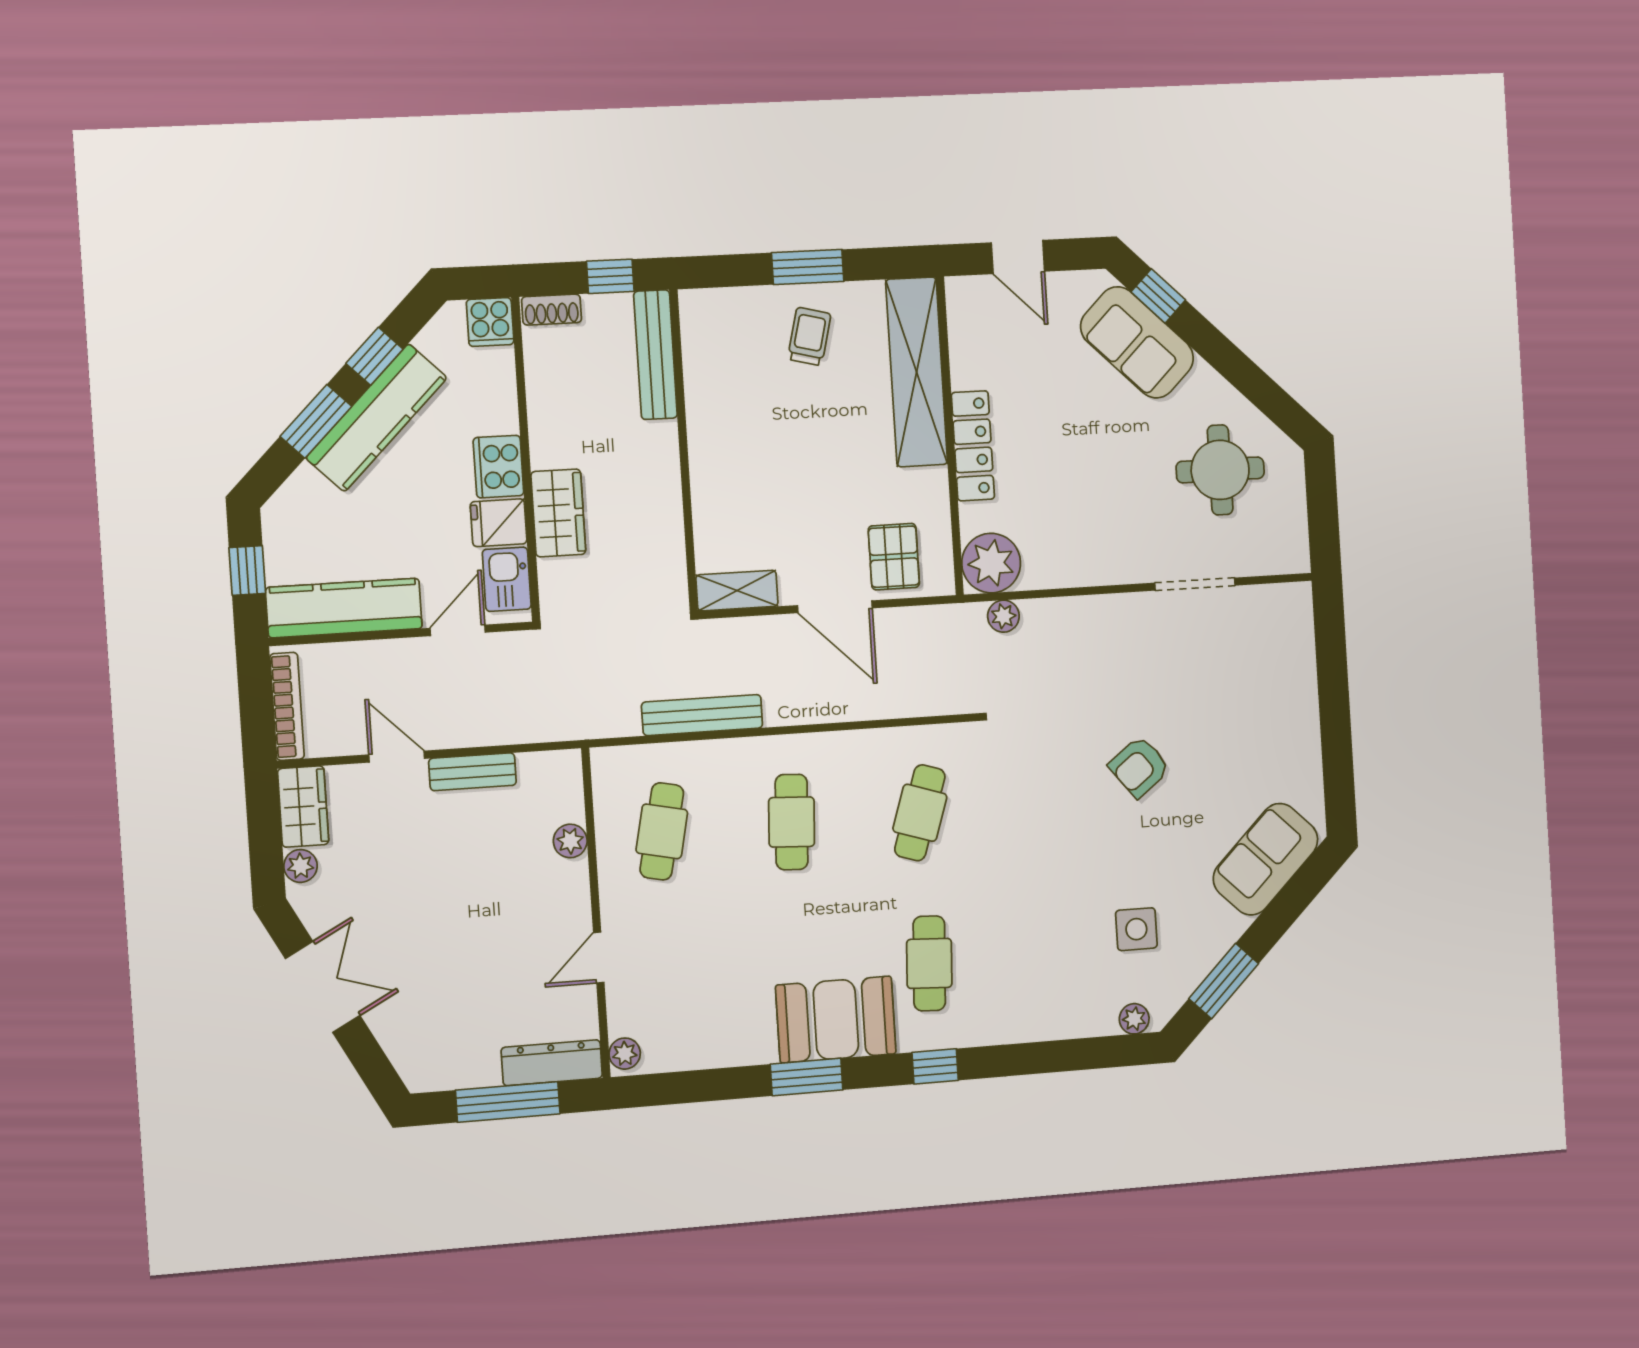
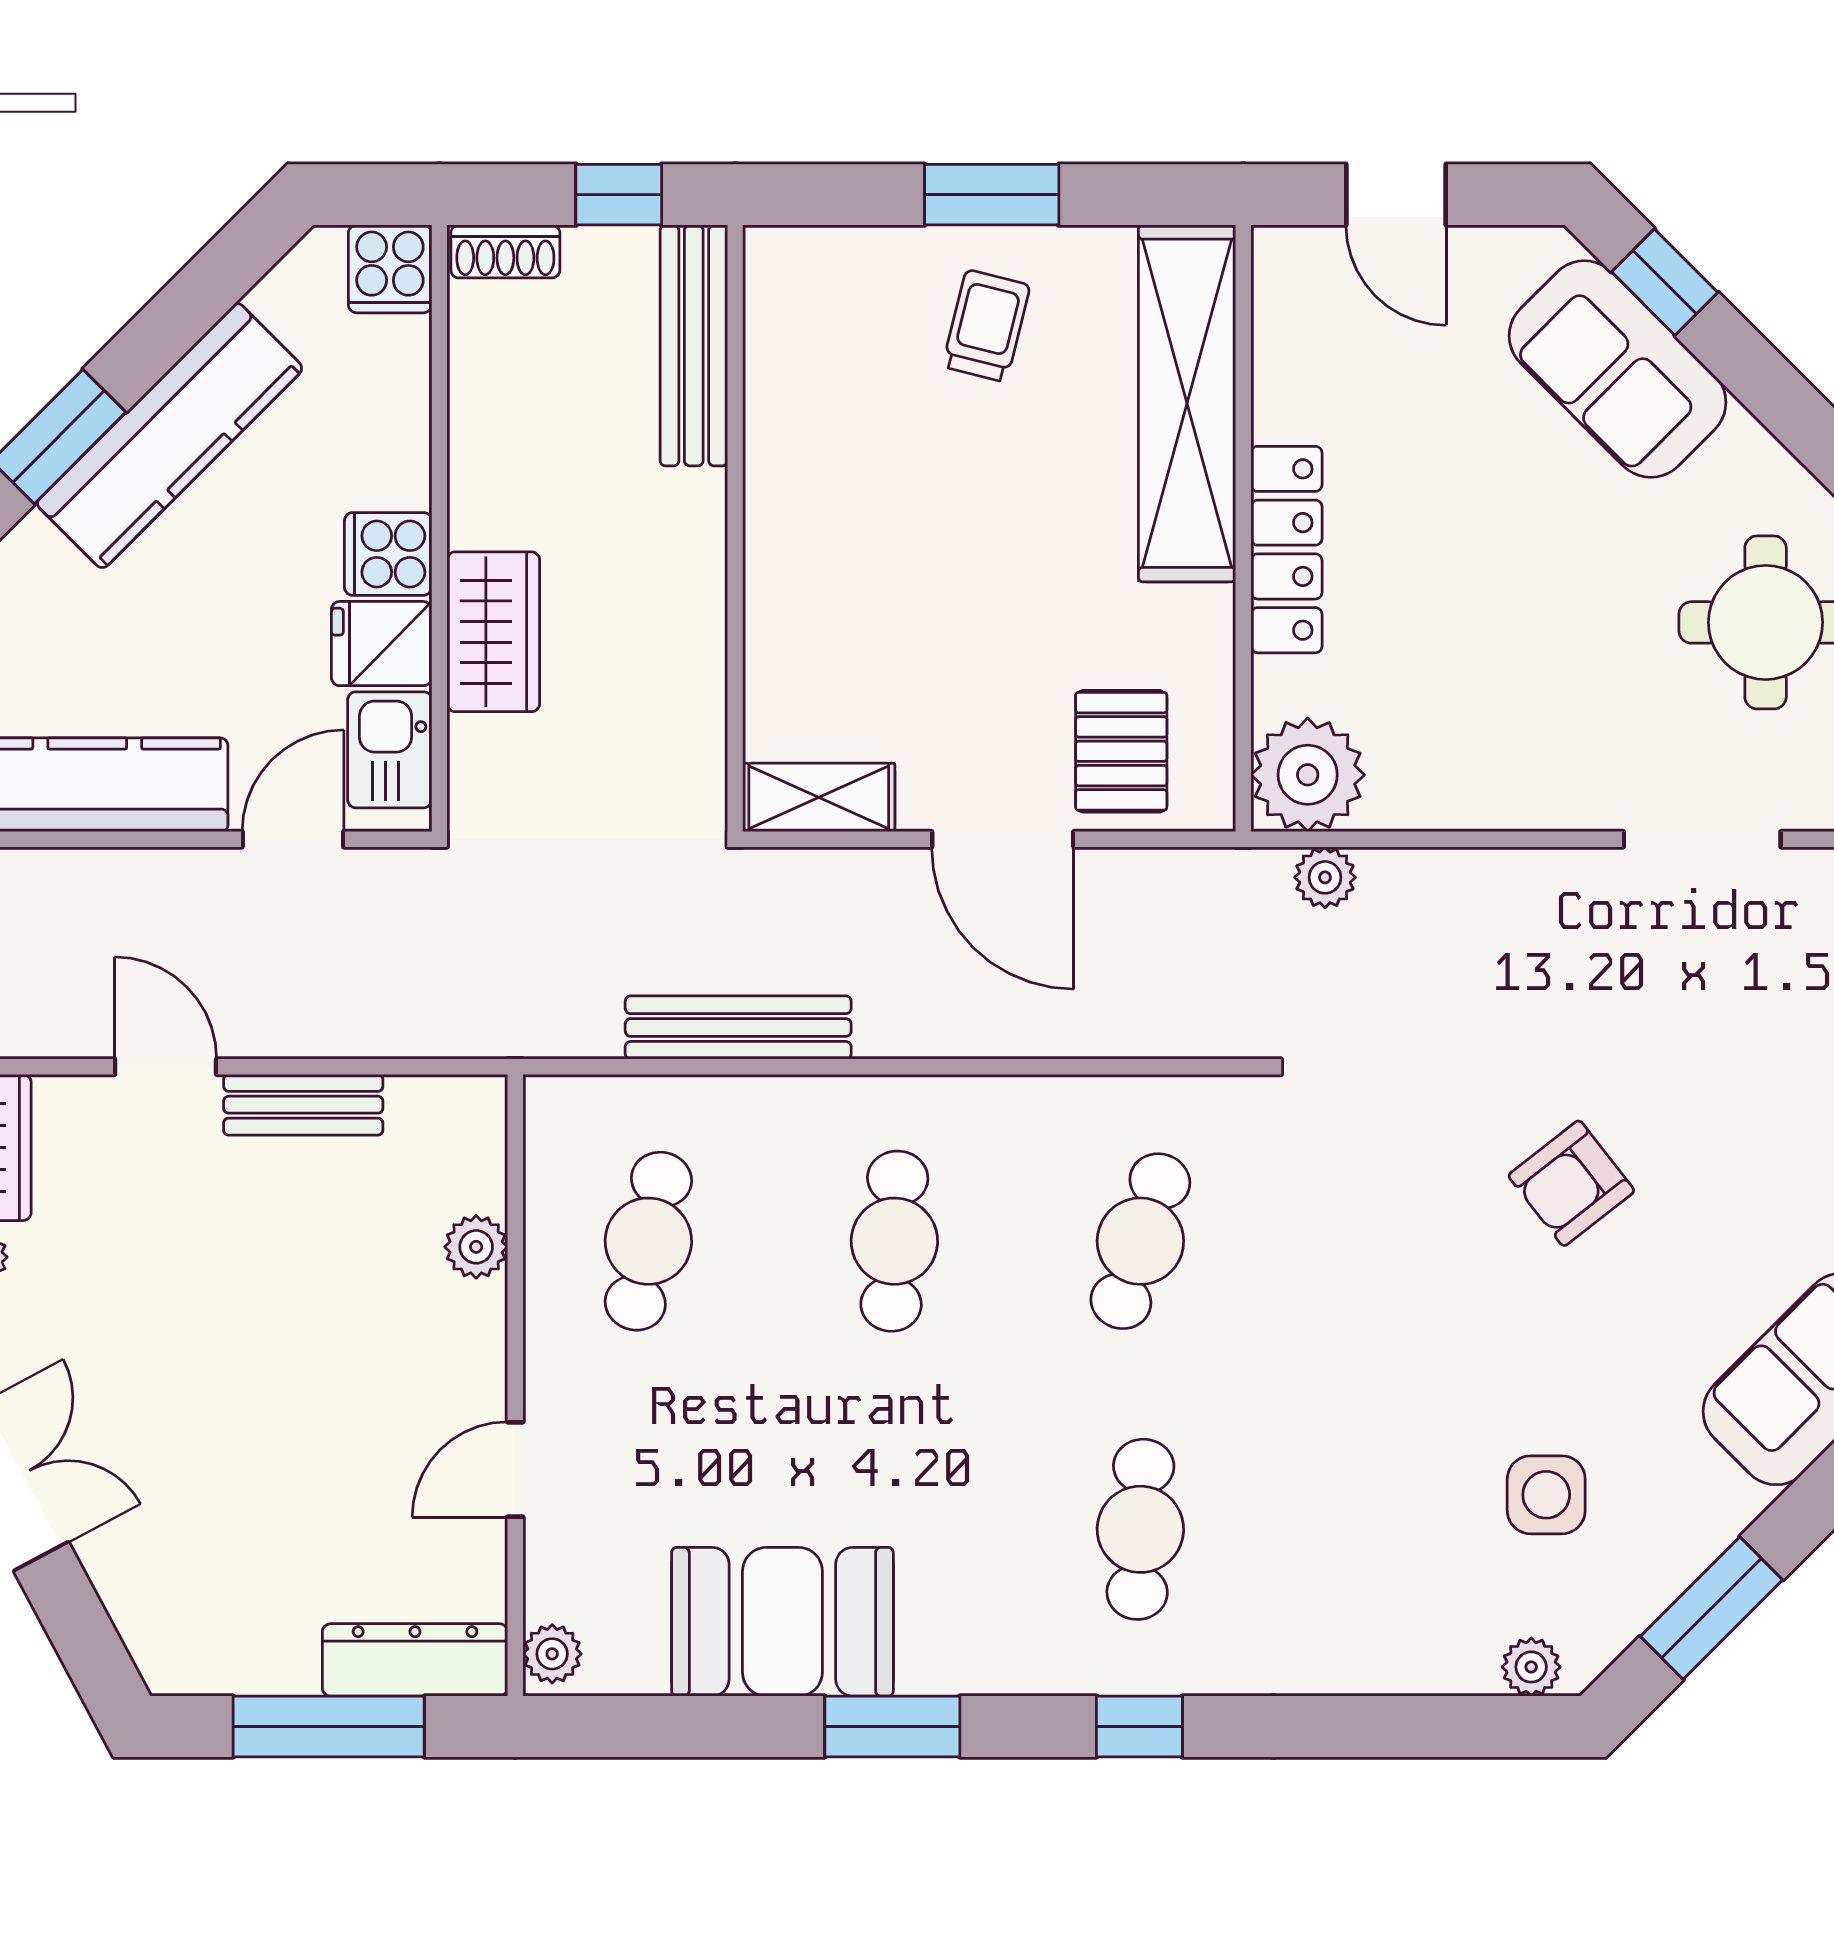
window: (374, 356) -> (173, 322), removed
cooker: (498, 467) -> (388, 554), width x0.73
booth: (836, 1019) -> (782, 1622), moved

